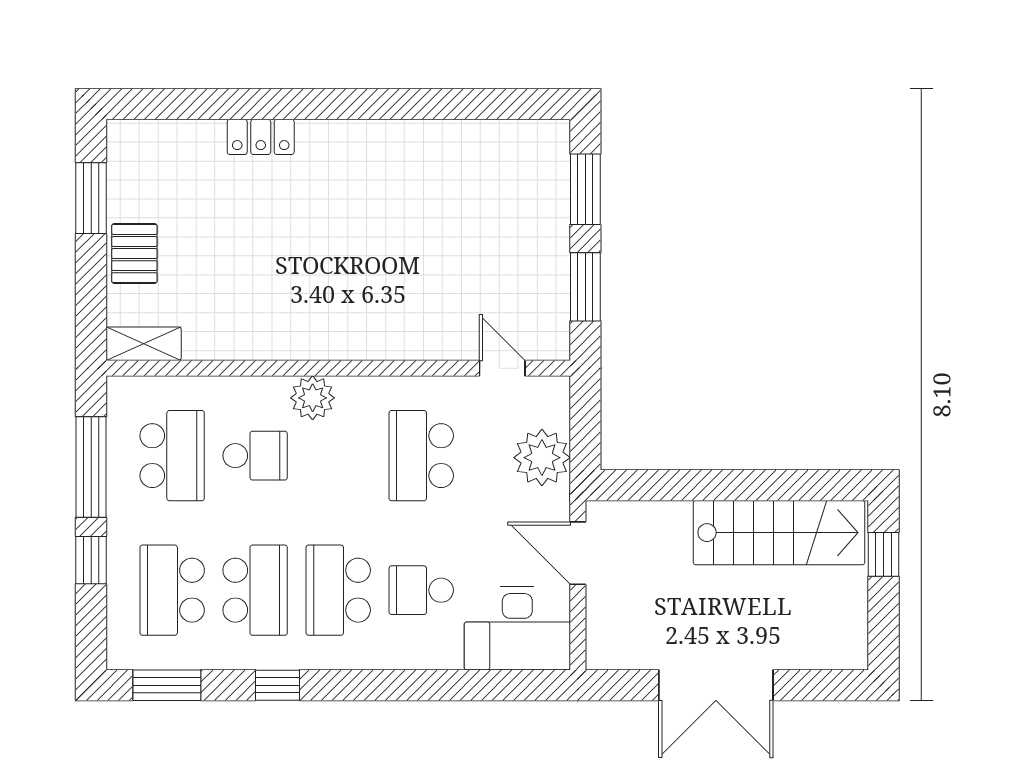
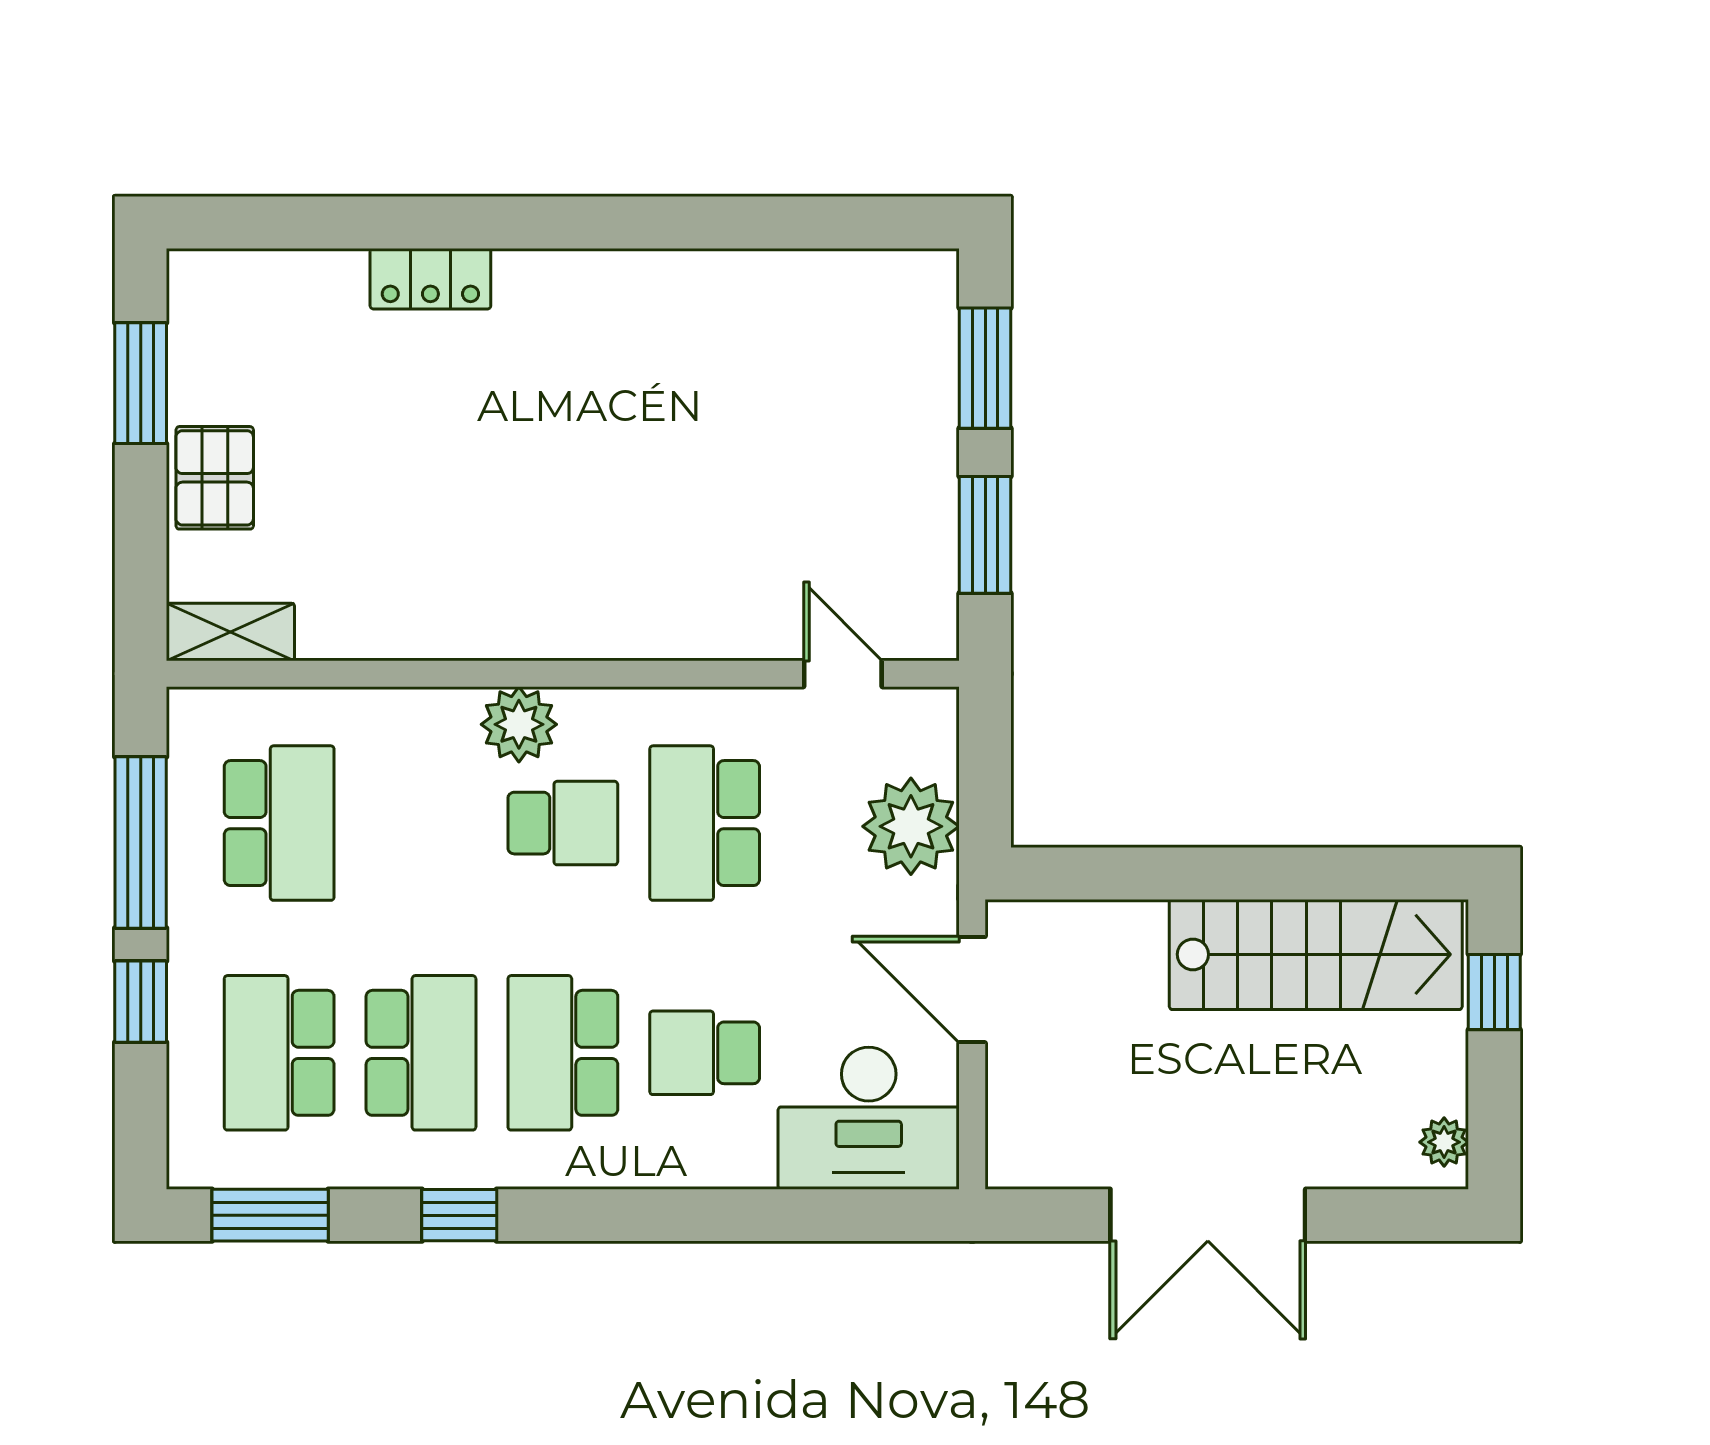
school desk: (255, 456) -> (563, 823), moved
plant: (854, 642) -> (1444, 1142), added

